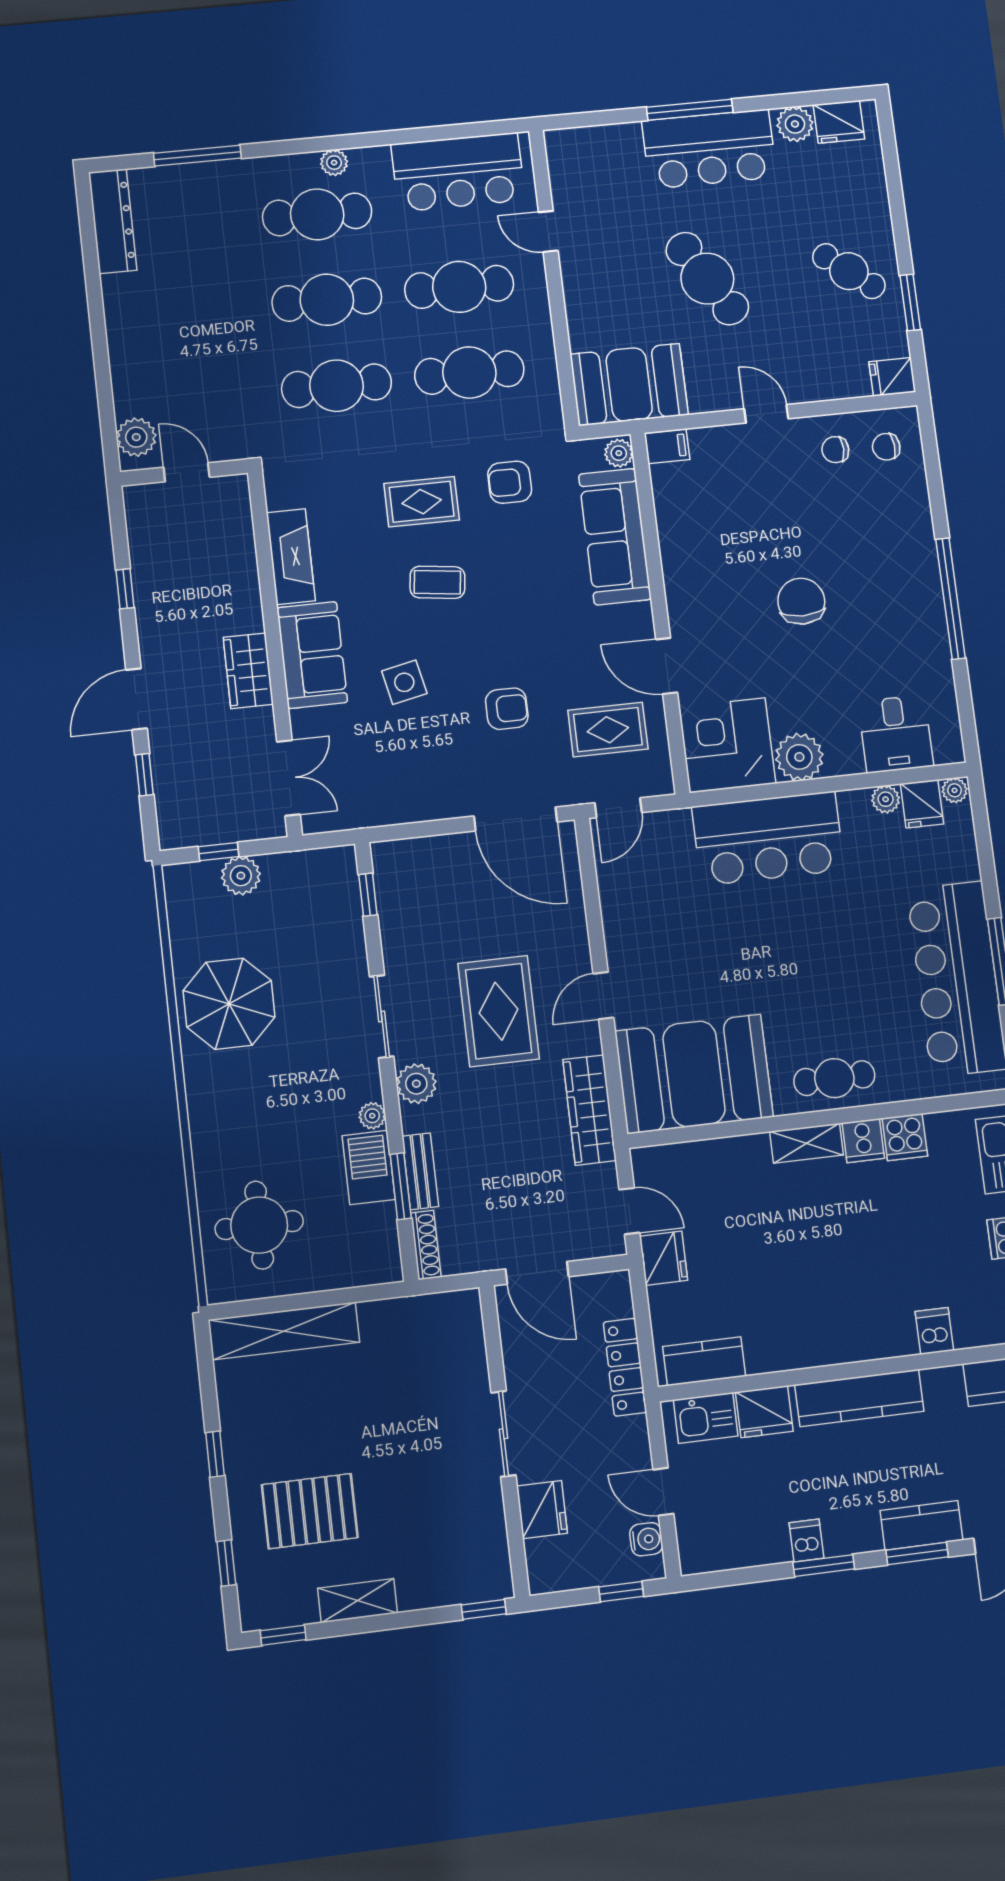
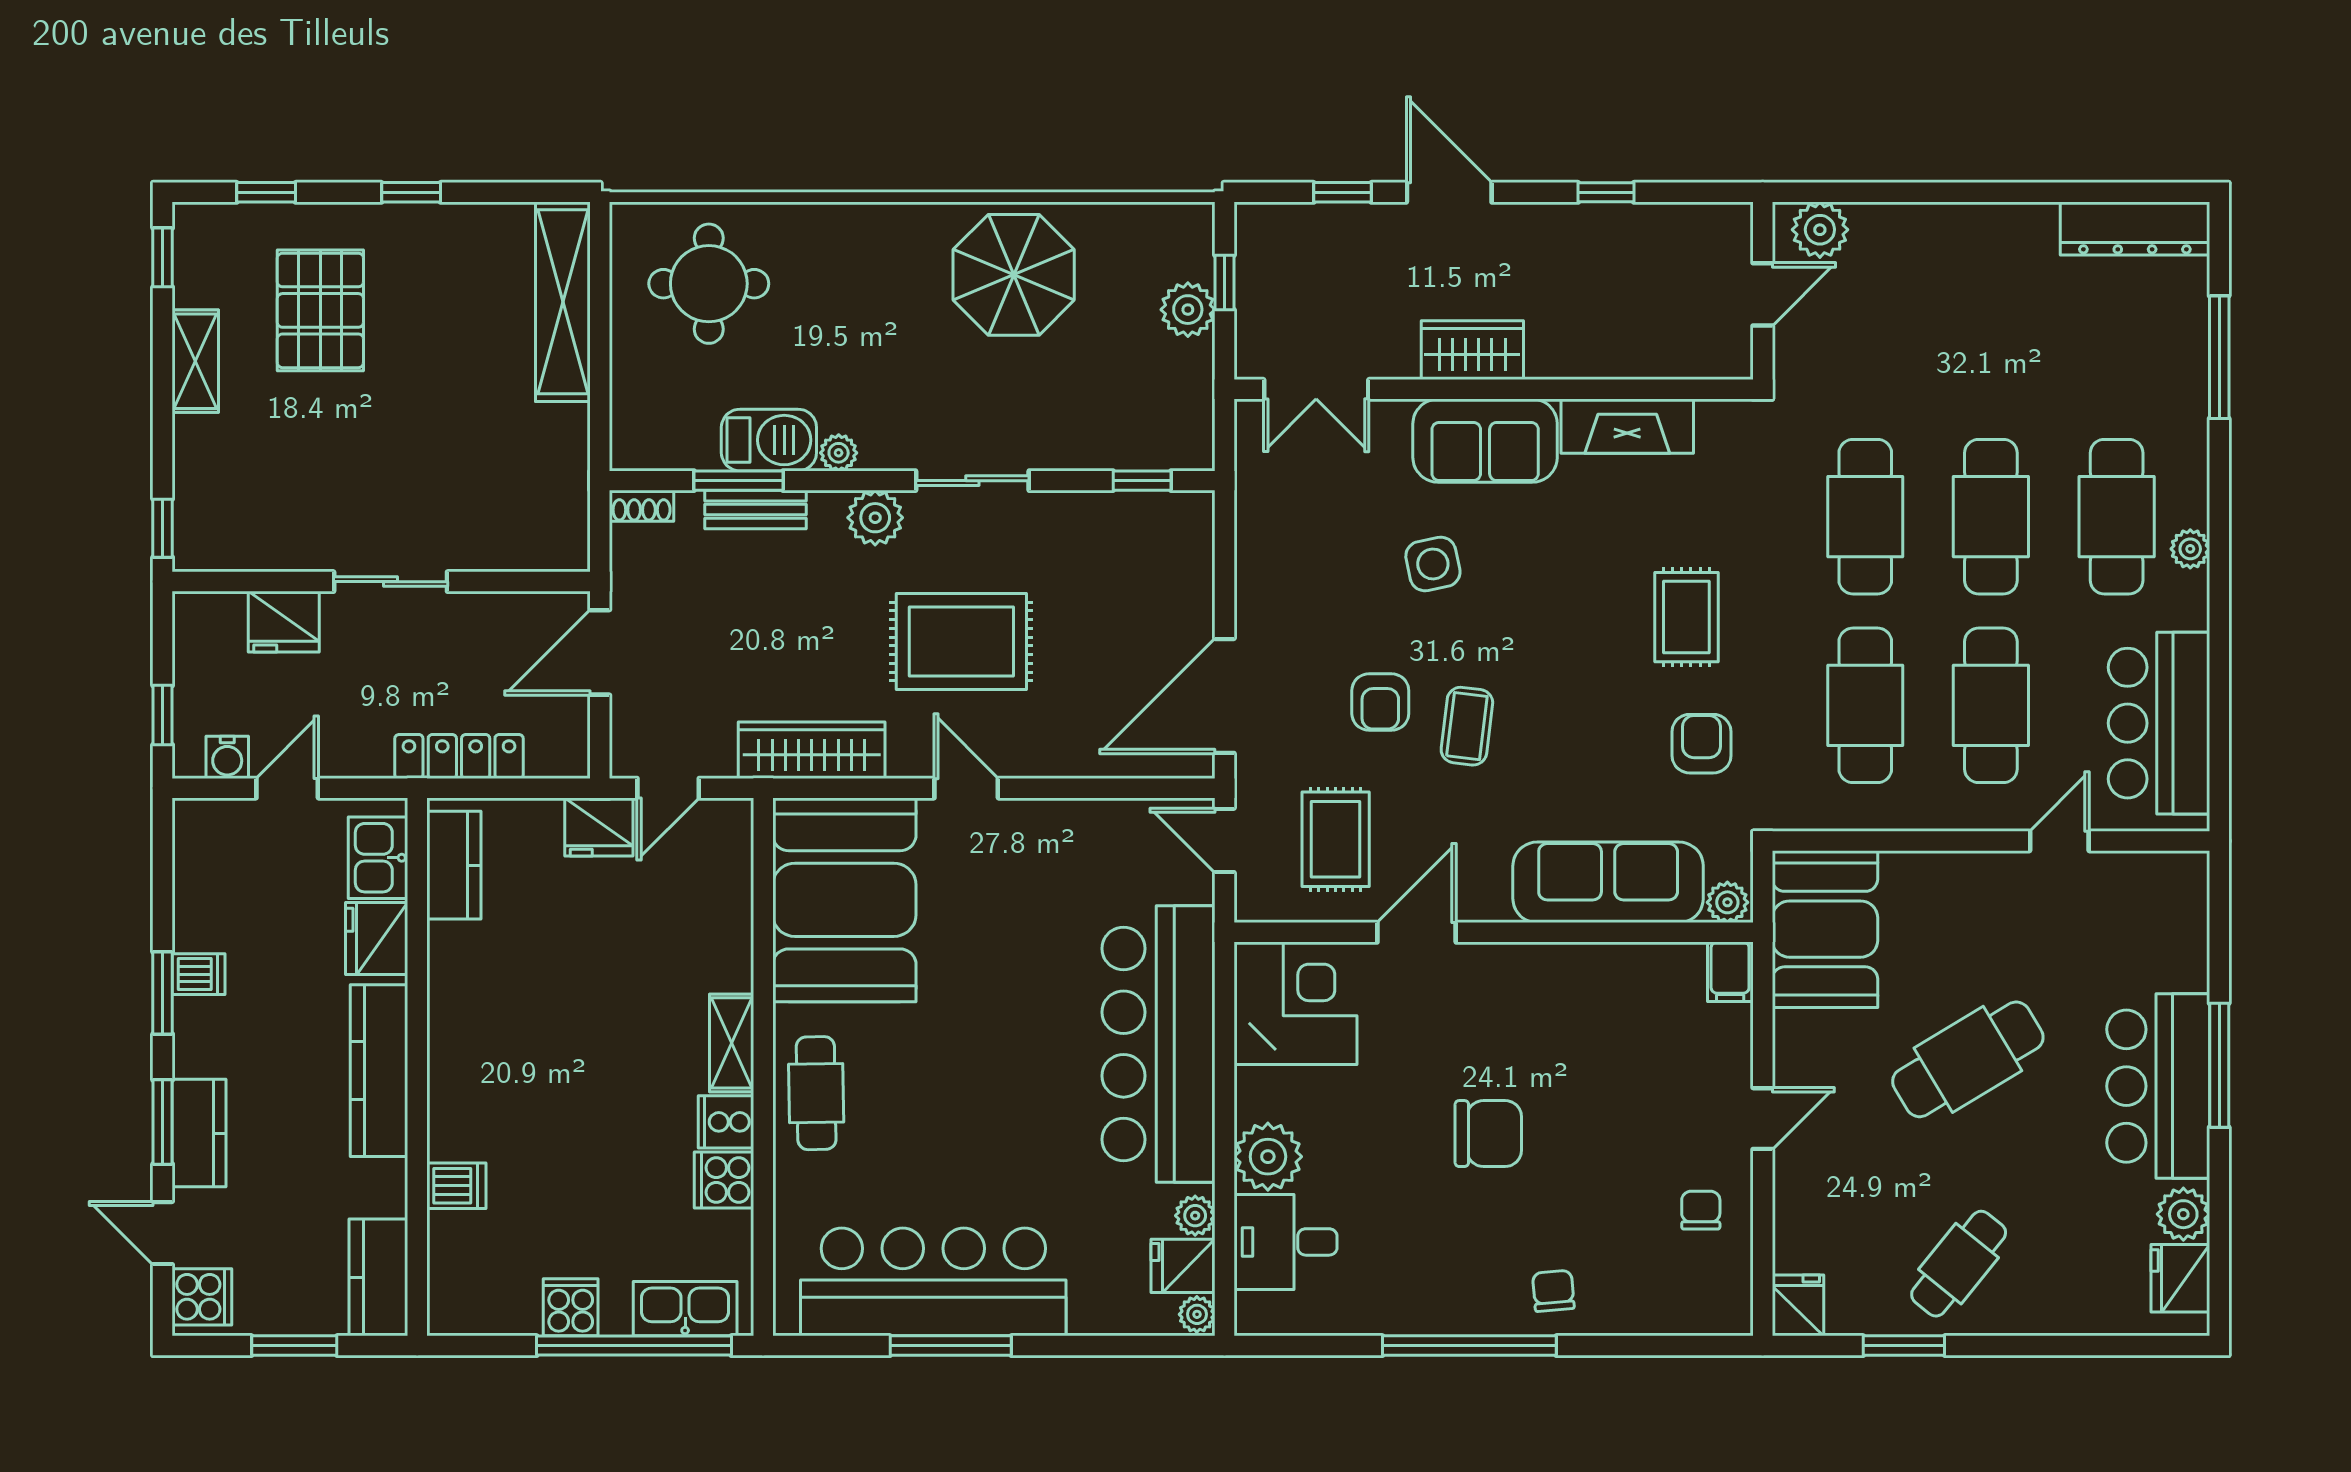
chair: (886, 447) -> (1553, 1291), moved
coffee table: (437, 582) -> (1467, 726), moved
plant: (799, 757) -> (1268, 1157), moved
bar counter: (768, 838) -> (1159, 1044), width x1.36
shoe rack: (426, 1245) -> (642, 506), width x0.70

